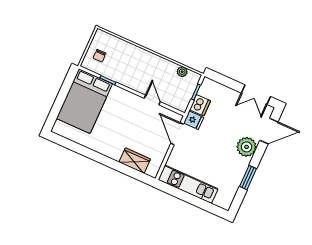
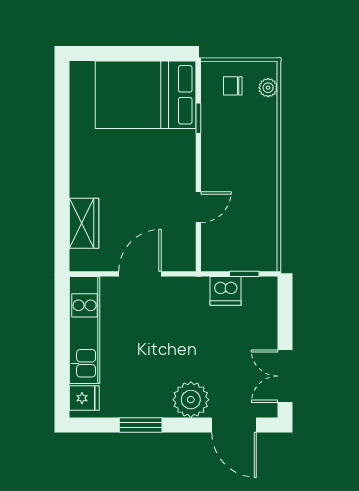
plant: (182, 72) -> (268, 88), moved
fridge: (194, 120) -> (84, 398), moved, turned -90
door: (177, 134) -> (140, 274), moved

